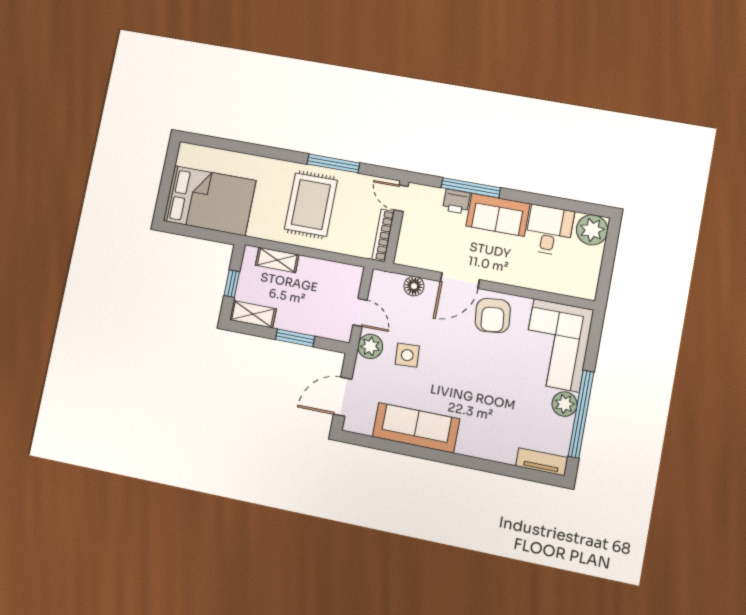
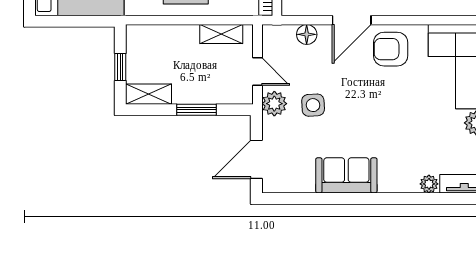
shelving: (277, 260) -> (221, 34), moved
armchair: (493, 316) -> (391, 49), turned 96
sofa: (416, 428) -> (346, 175), width x0.73
plant: (506, 455) -> (429, 184), added

